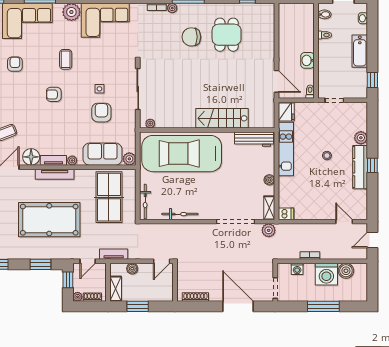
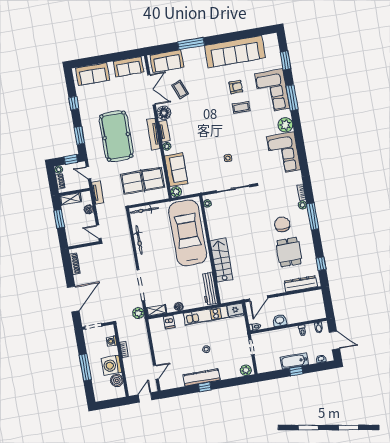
dresser: (268, 27) -> (301, 284), added
dining table: (227, 35) -> (289, 252), turned 90
coffee table: (66, 59) -> (241, 107), moved
window: (372, 80) -> (296, 371), moved
armchair: (54, 94) -> (217, 122), removed
armchair: (101, 113) -> (209, 163), removed
plant: (361, 138) -> (246, 370), moved
dishwasher: (286, 214) -> (169, 322), moved
door: (372, 240) -> (145, 397), hinge flipped

